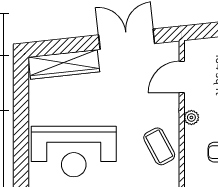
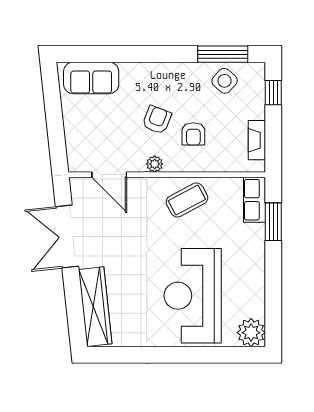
reception desk: (74, 151) -> (193, 296), turned 180

